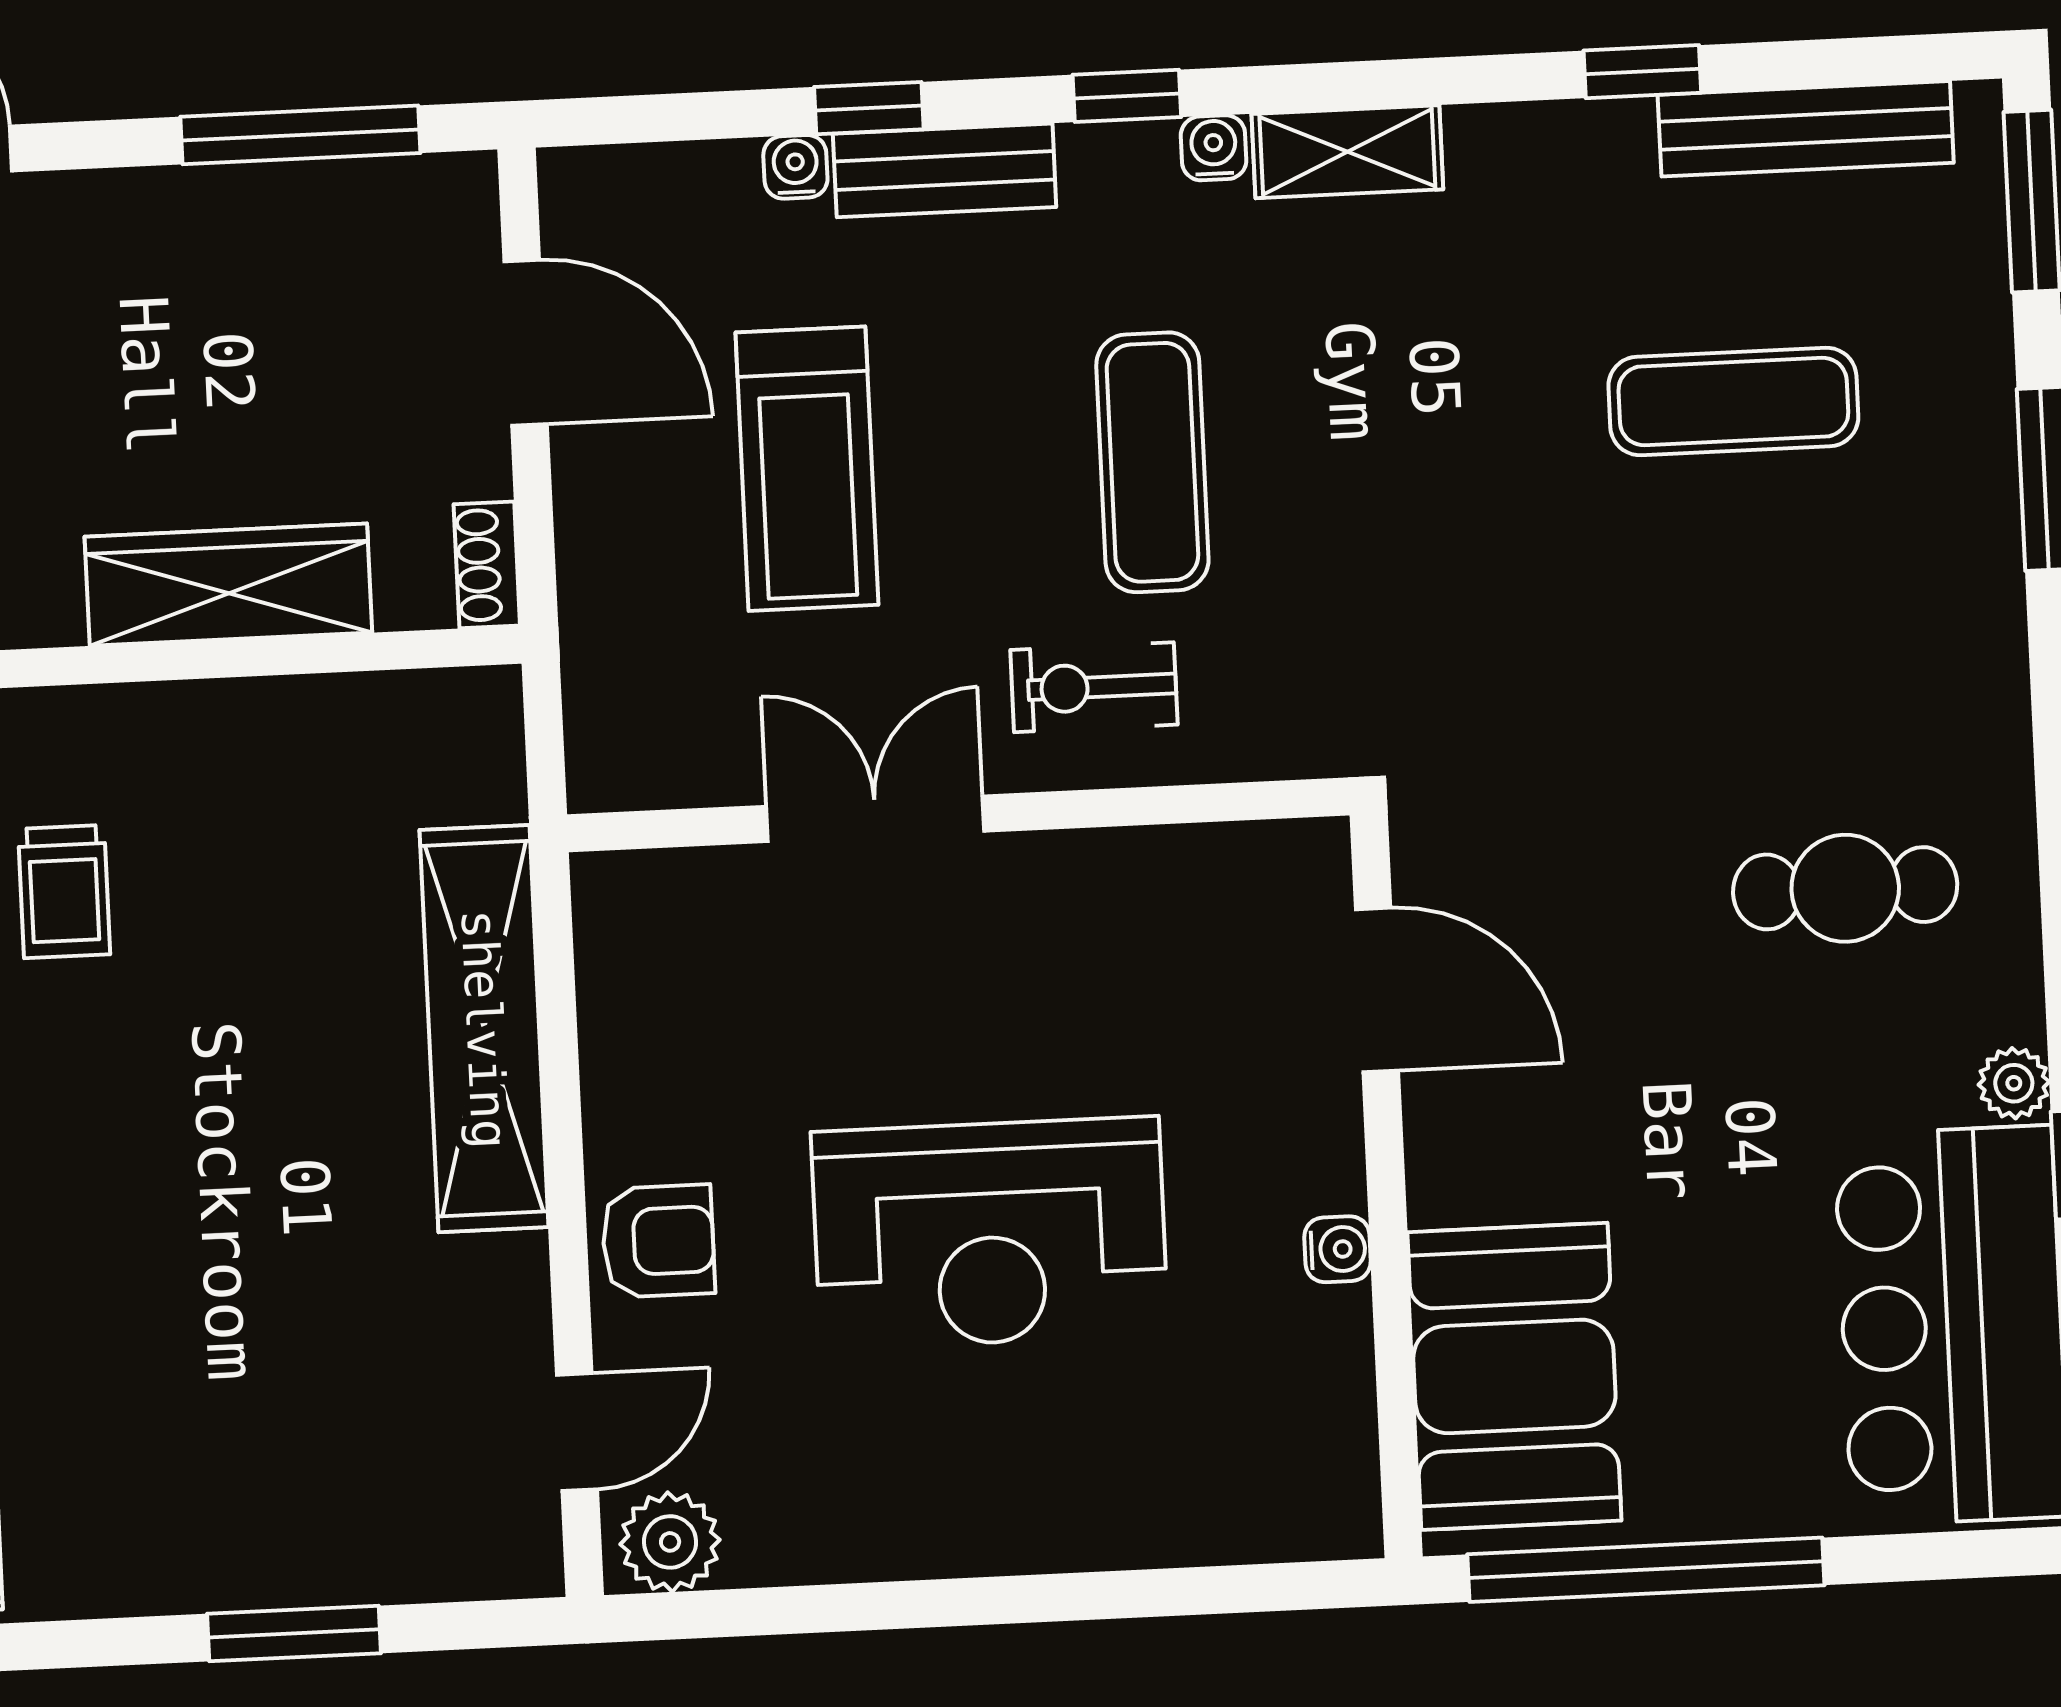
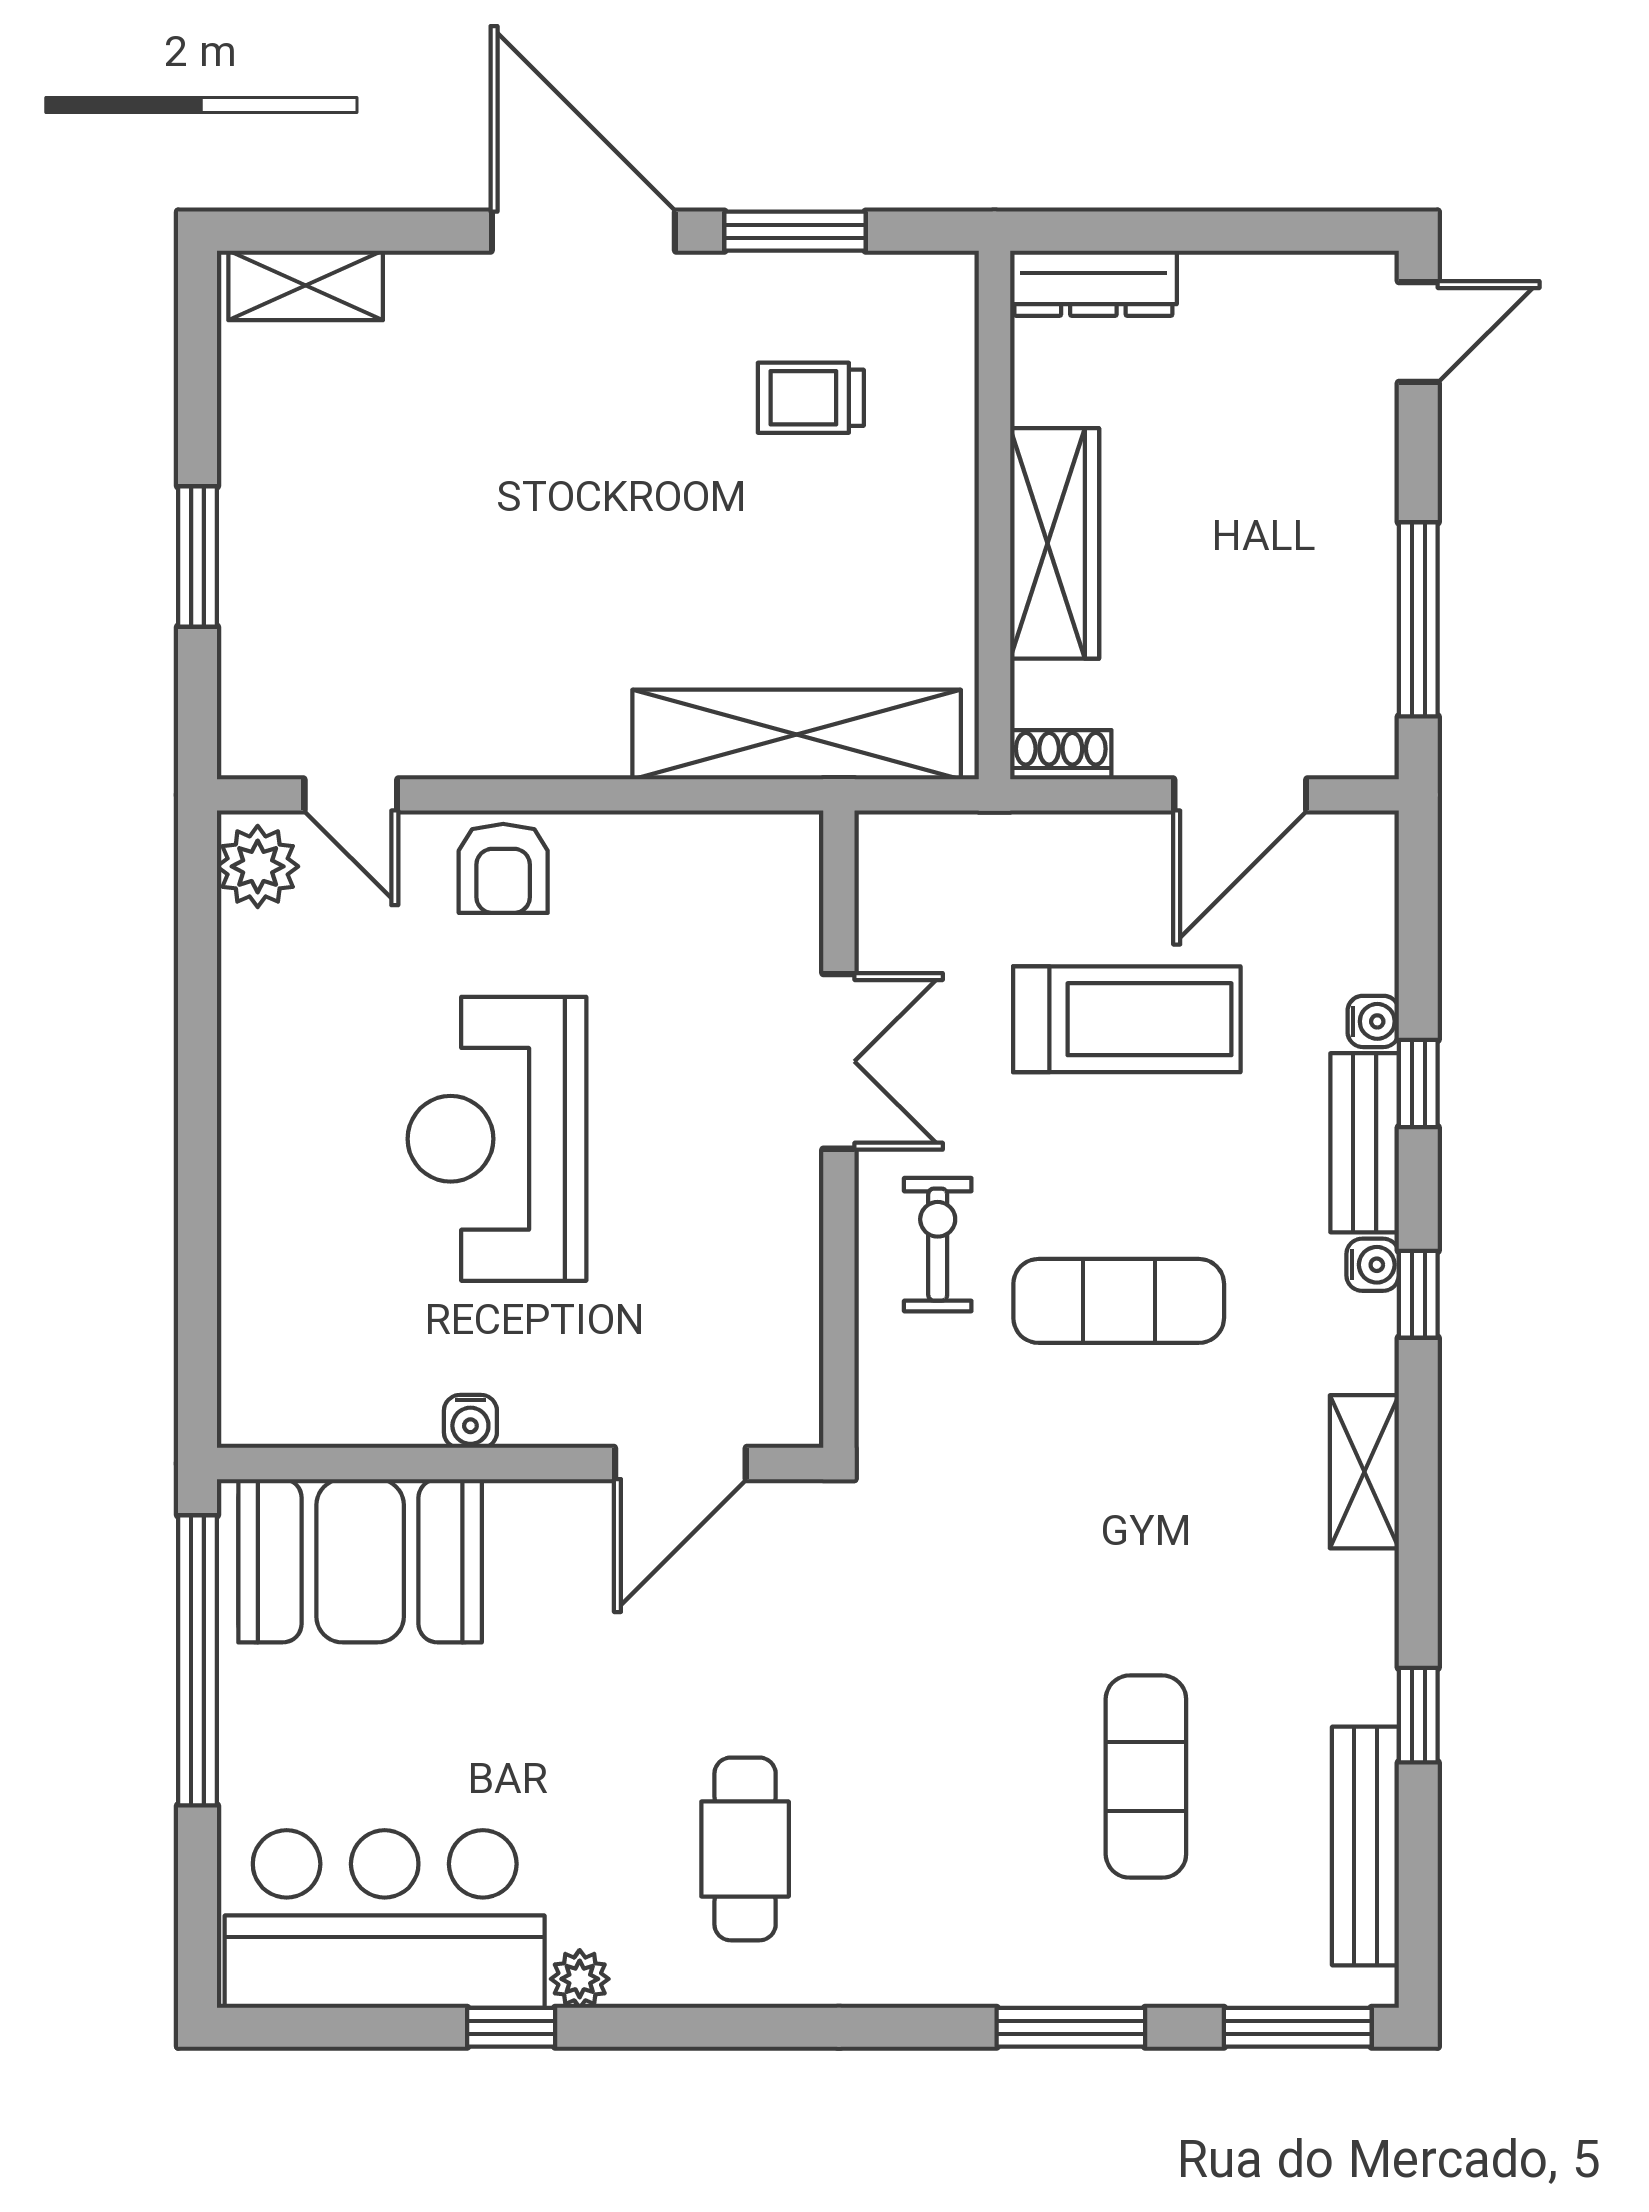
water cooler: (1214, 148) -> (1373, 1265), moved
treadmill: (807, 469) -> (1127, 1019), turned 180
shelving: (484, 1029) -> (797, 735), moved

